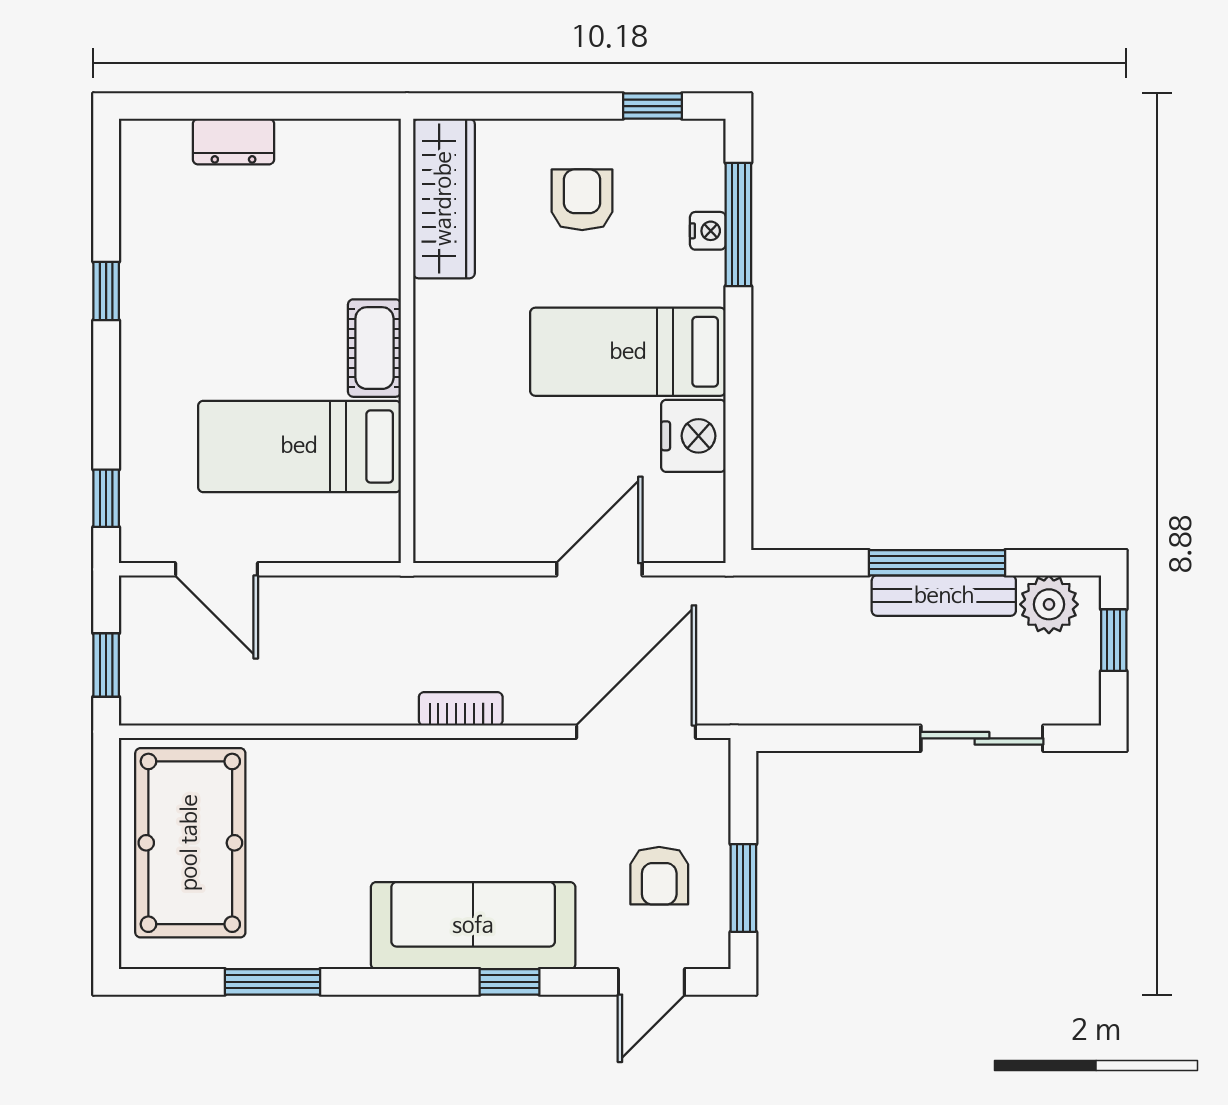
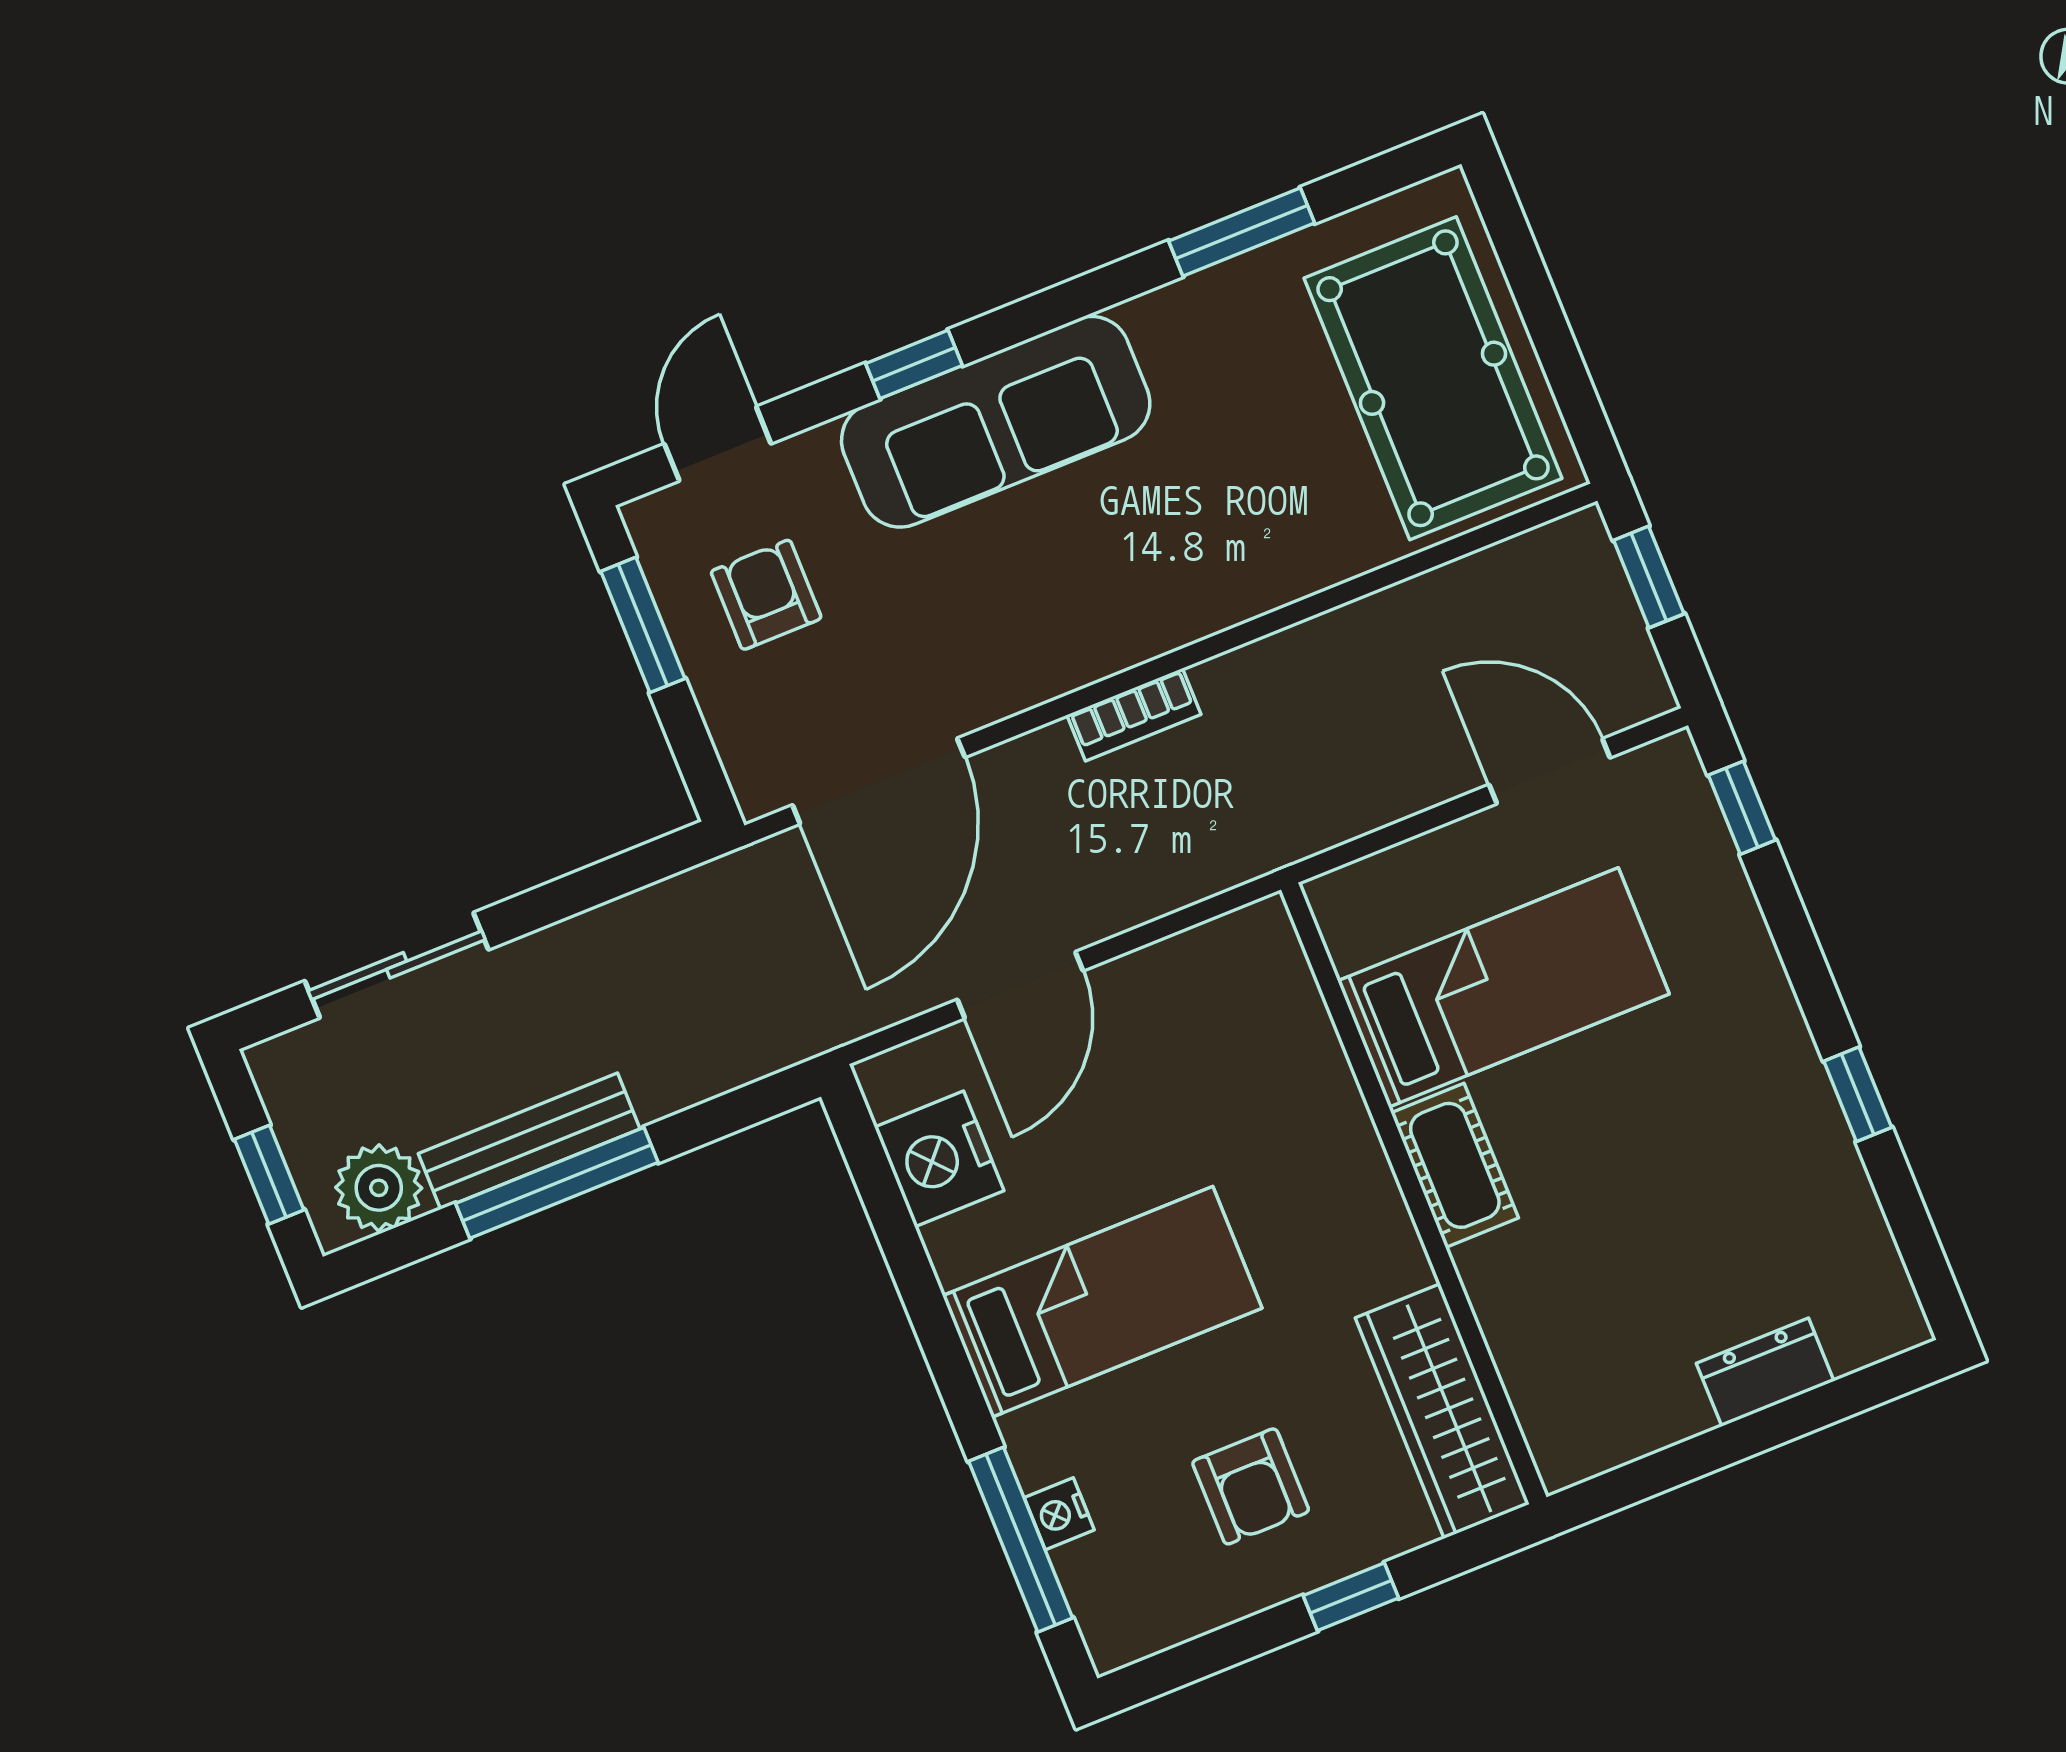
window: (652, 106) -> (1351, 1597), moved
nightstand: (693, 436) -> (939, 1159), moved

